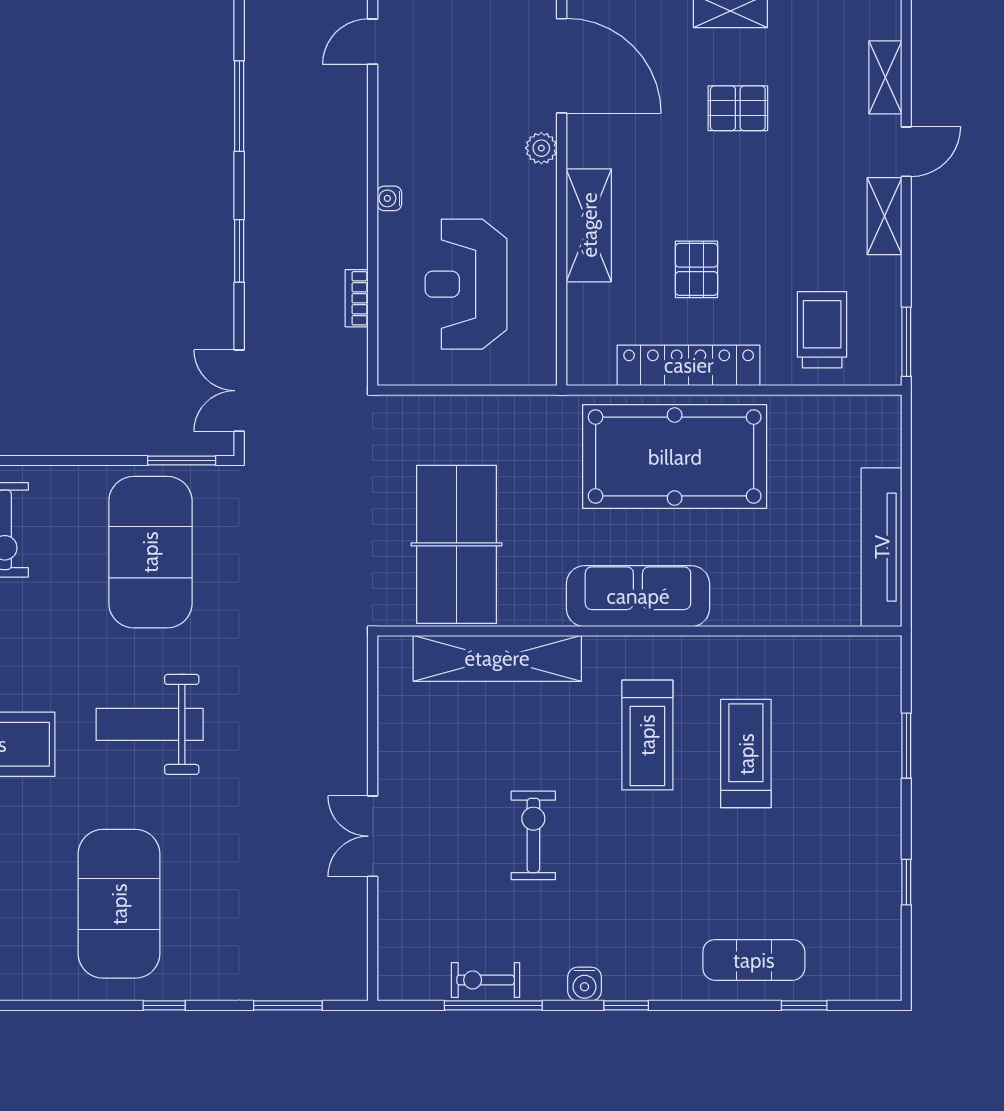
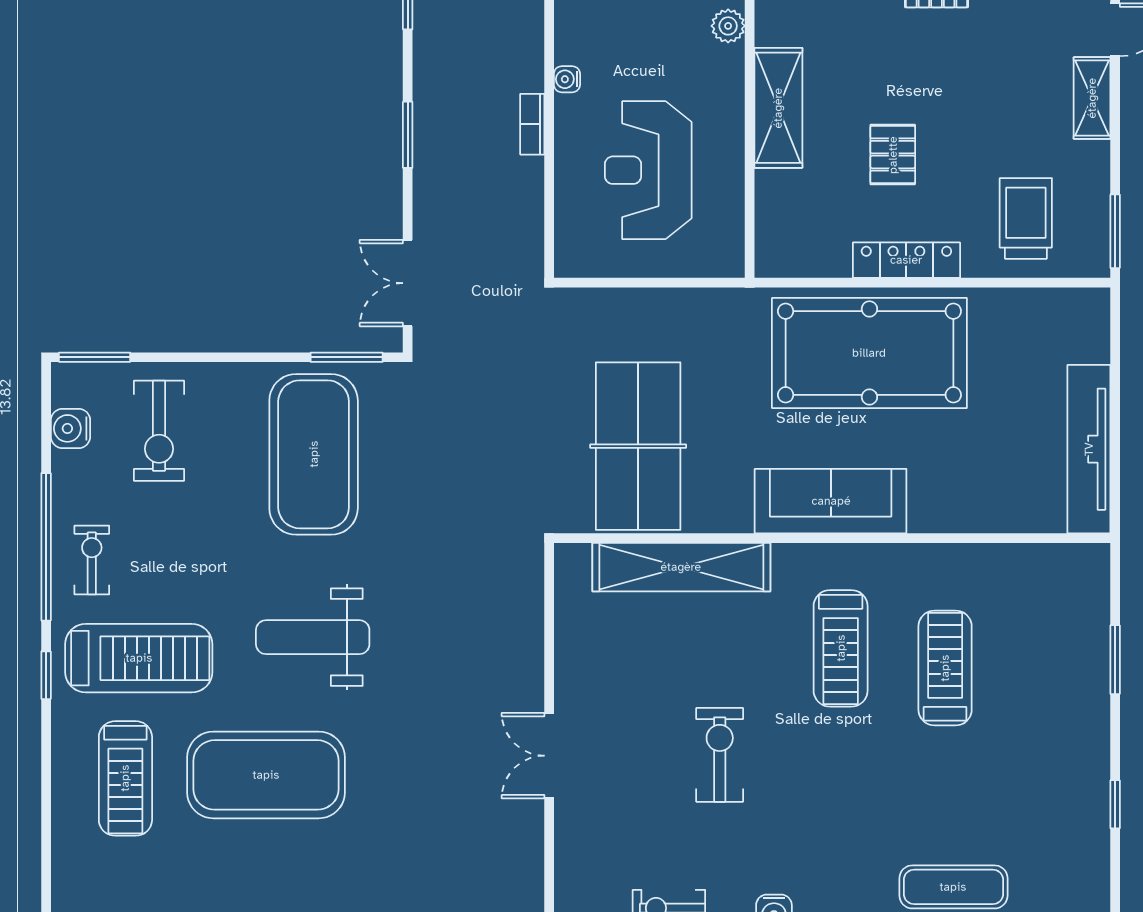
bookcase: (357, 298) -> (532, 124), moved
locker: (689, 365) -> (906, 260), width x0.71, depth x0.83
exercise mat: (119, 904) -> (266, 775), moved, turned 90

